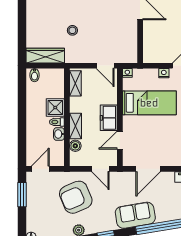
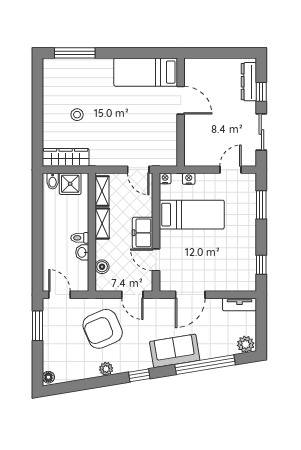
stool: (72, 30) -> (77, 115), moved
nightstand: (164, 73) -> (189, 179), moved
shower: (55, 108) -> (70, 184), moved
shelving: (75, 126) -> (102, 223), moved
door: (120, 140) -> (156, 260), hinge flipped
door: (40, 169) -> (60, 295), hinge flipped

